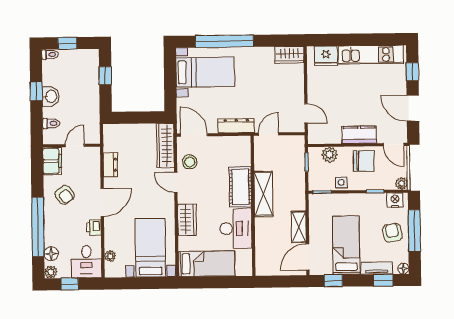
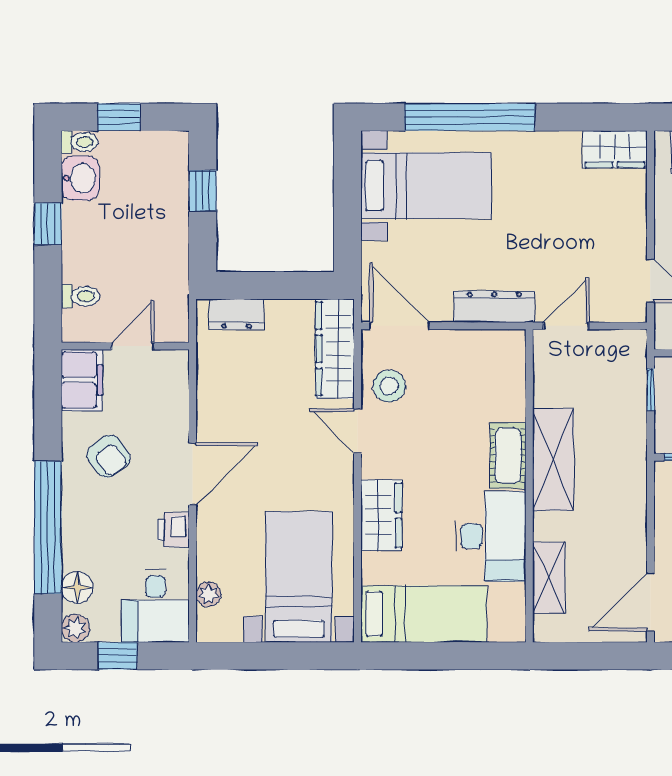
washbasin: (51, 96) -> (80, 178), moved
dresser: (110, 165) -> (237, 314), moved, turned 90
cot: (240, 187) -> (508, 456), width x0.73, depth x0.75
shelving: (299, 227) -> (549, 578), moved

